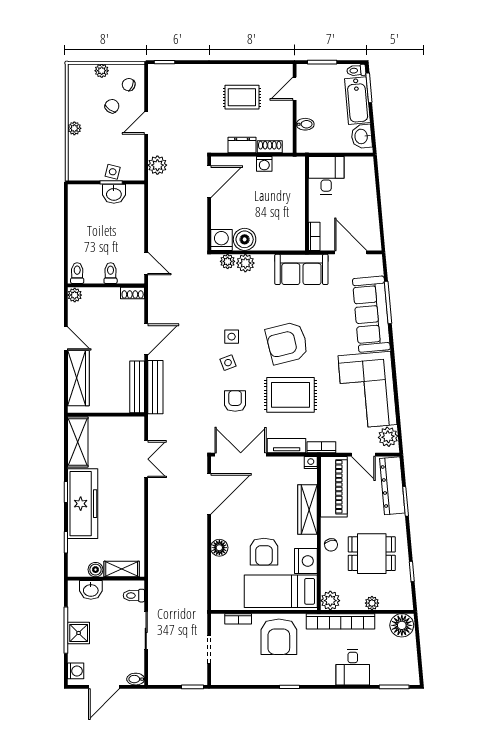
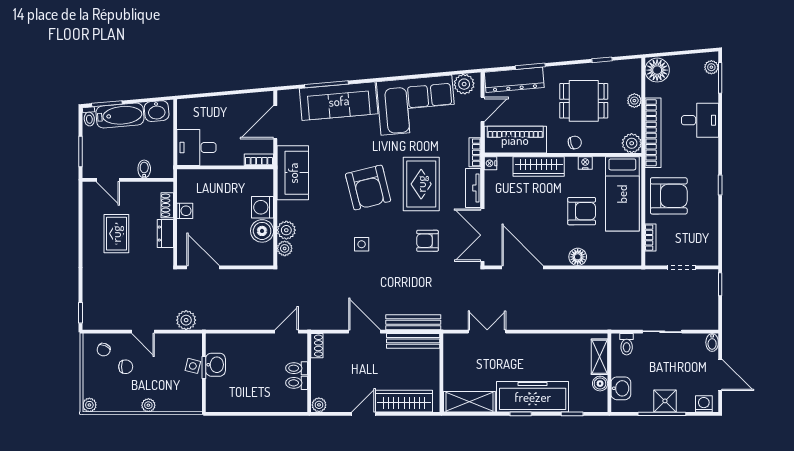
plant: (102, 71) -> (89, 405), moved
chair: (112, 106) -> (126, 367), turned 145
washing machine: (221, 240) -> (263, 207), moved
toilet: (77, 273) -> (297, 383), moved
side table: (228, 363) -> (388, 248), removed
dining table: (372, 554) -> (584, 101), turned 90
nightstand: (306, 561) -> (585, 163), width x0.53, depth x0.56
plant: (405, 678) -> (711, 67), added

